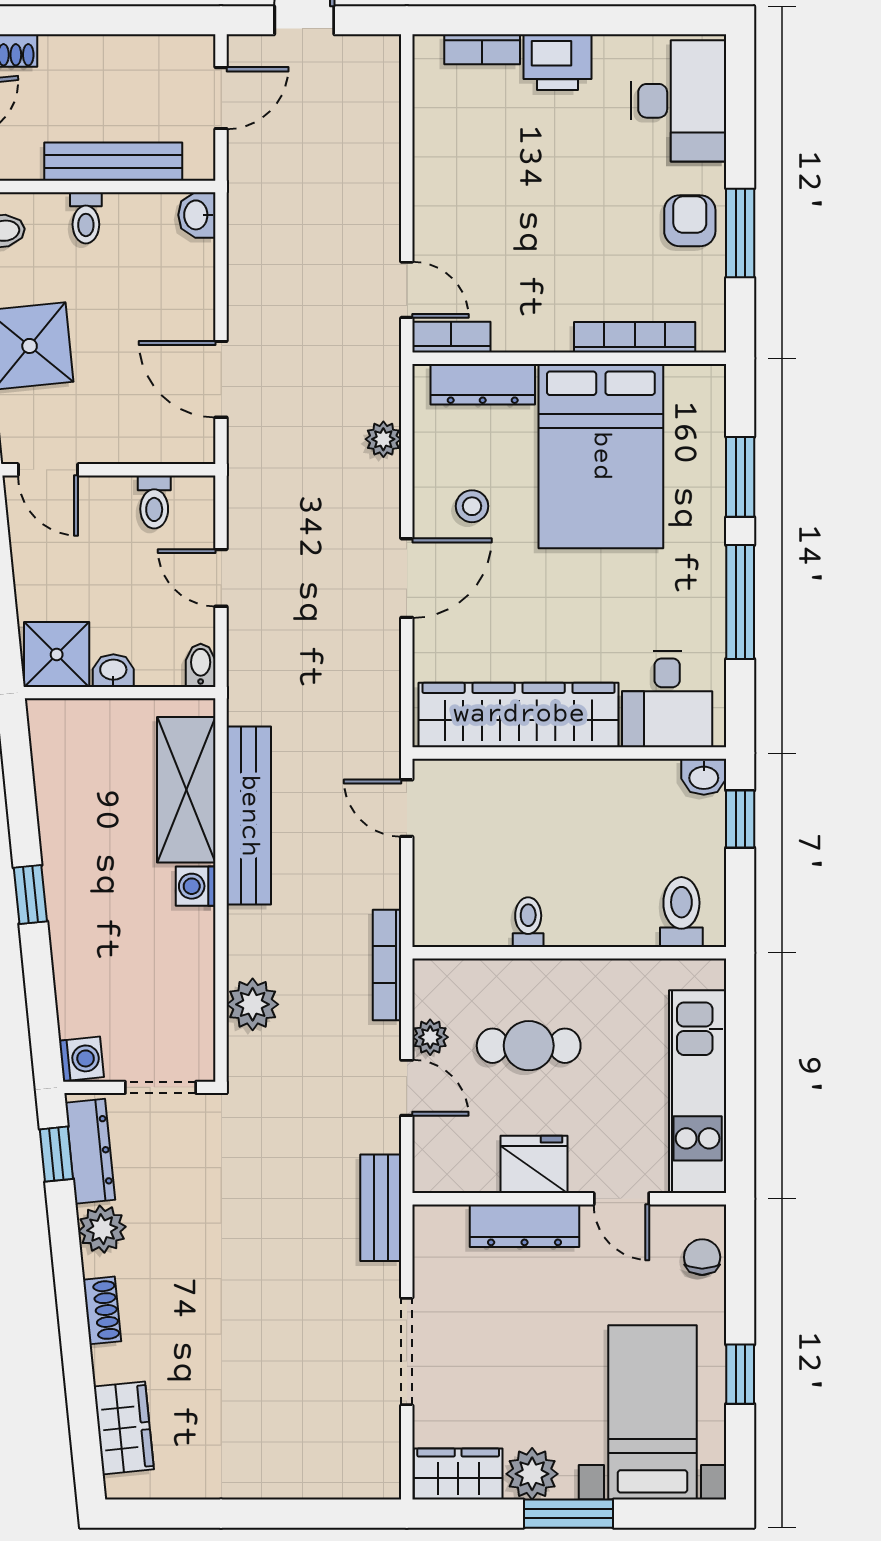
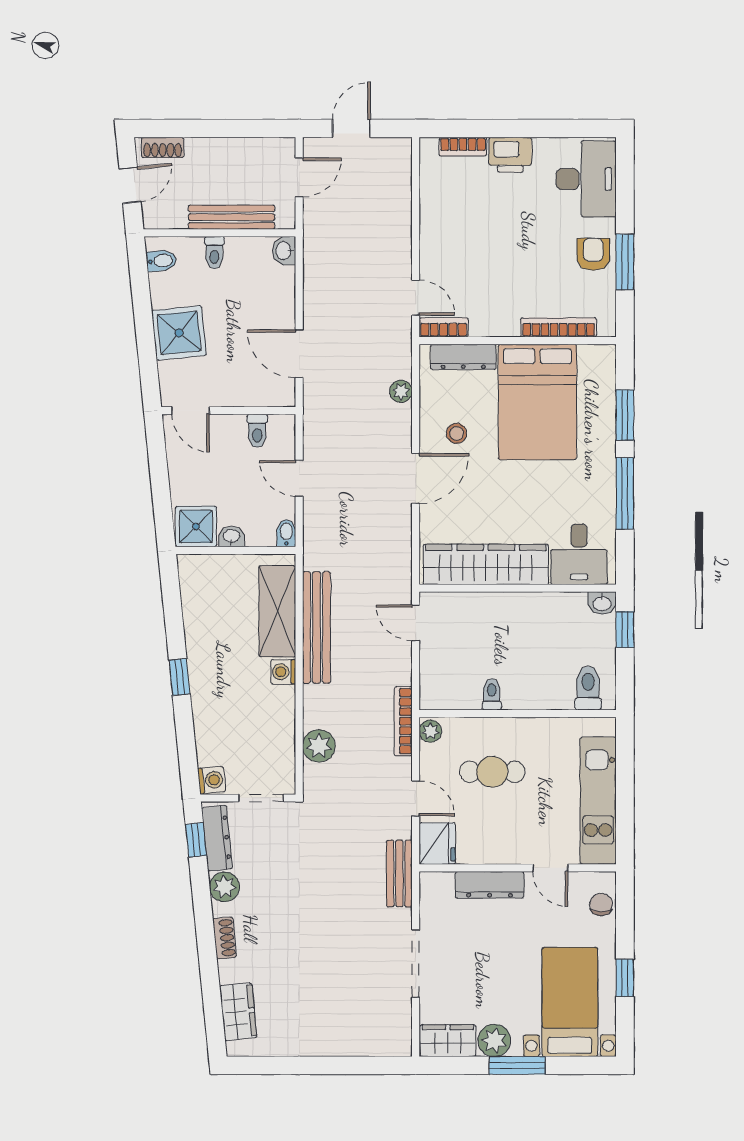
plant: (430, 1037) -> (430, 731), moved
fridge: (534, 1164) -> (437, 843), moved, turned 90

